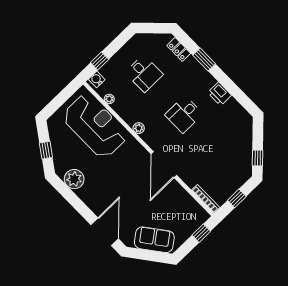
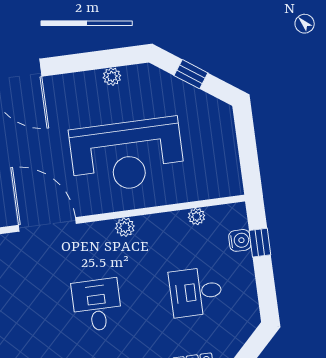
water cooler: (97, 79) -> (240, 240), moved
reception desk: (95, 126) -> (127, 155), moved
plant: (74, 179) -> (112, 77), width x0.53, depth x0.53

